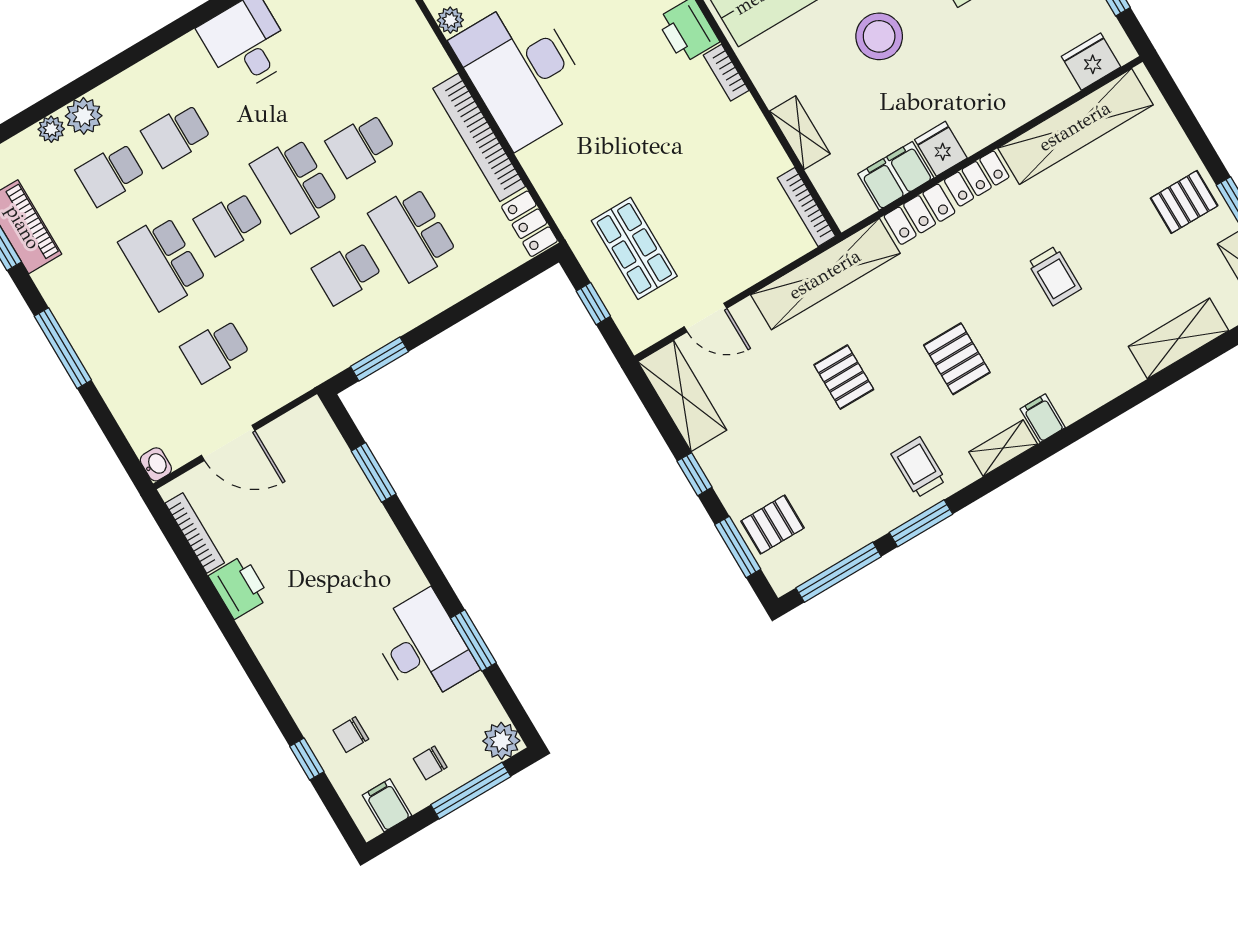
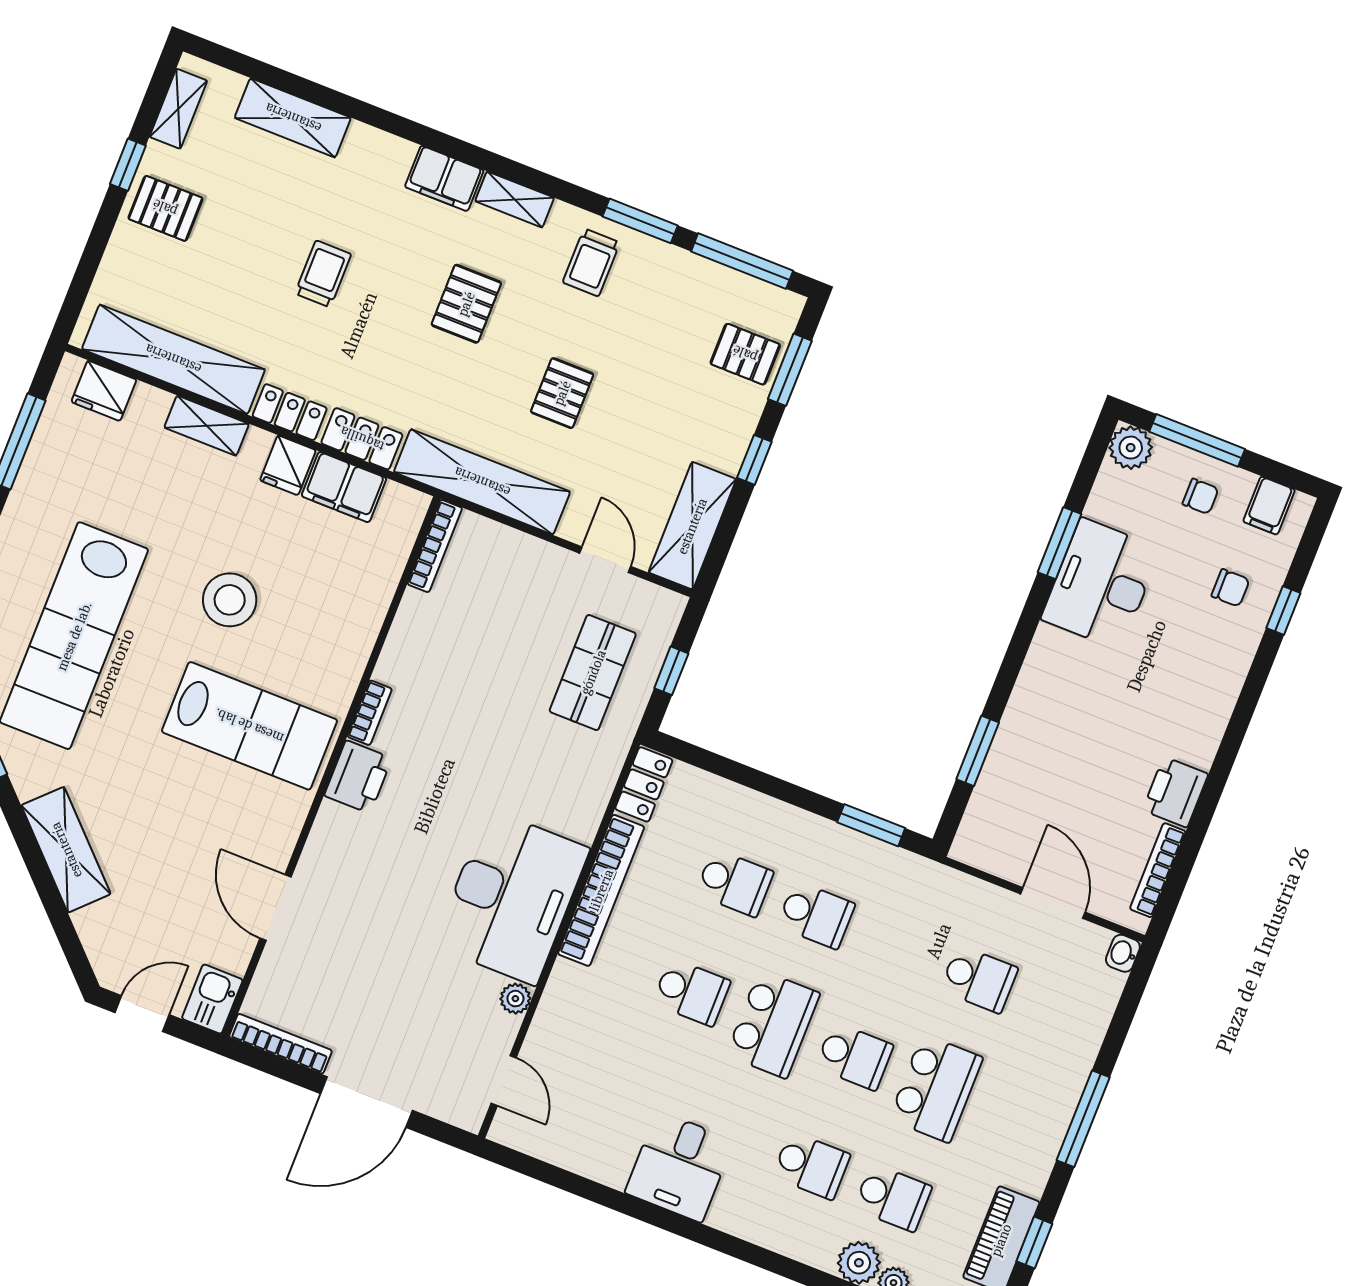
shelving: (800, 133) -> (207, 426), moved, turned 90
school desk: (413, 234) -> (735, 883), width x0.54
filing cabinet: (1043, 418) -> (444, 178), width x2.00

